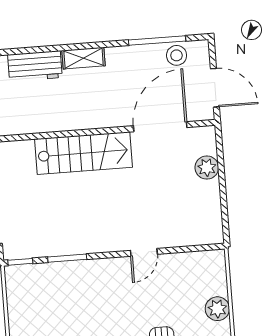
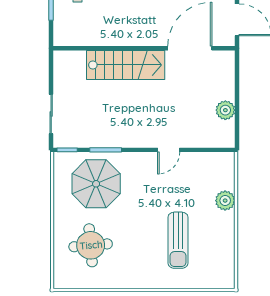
plant: (207, 168) -> (225, 110), moved
parasol: (59, 300) -> (96, 184), added

